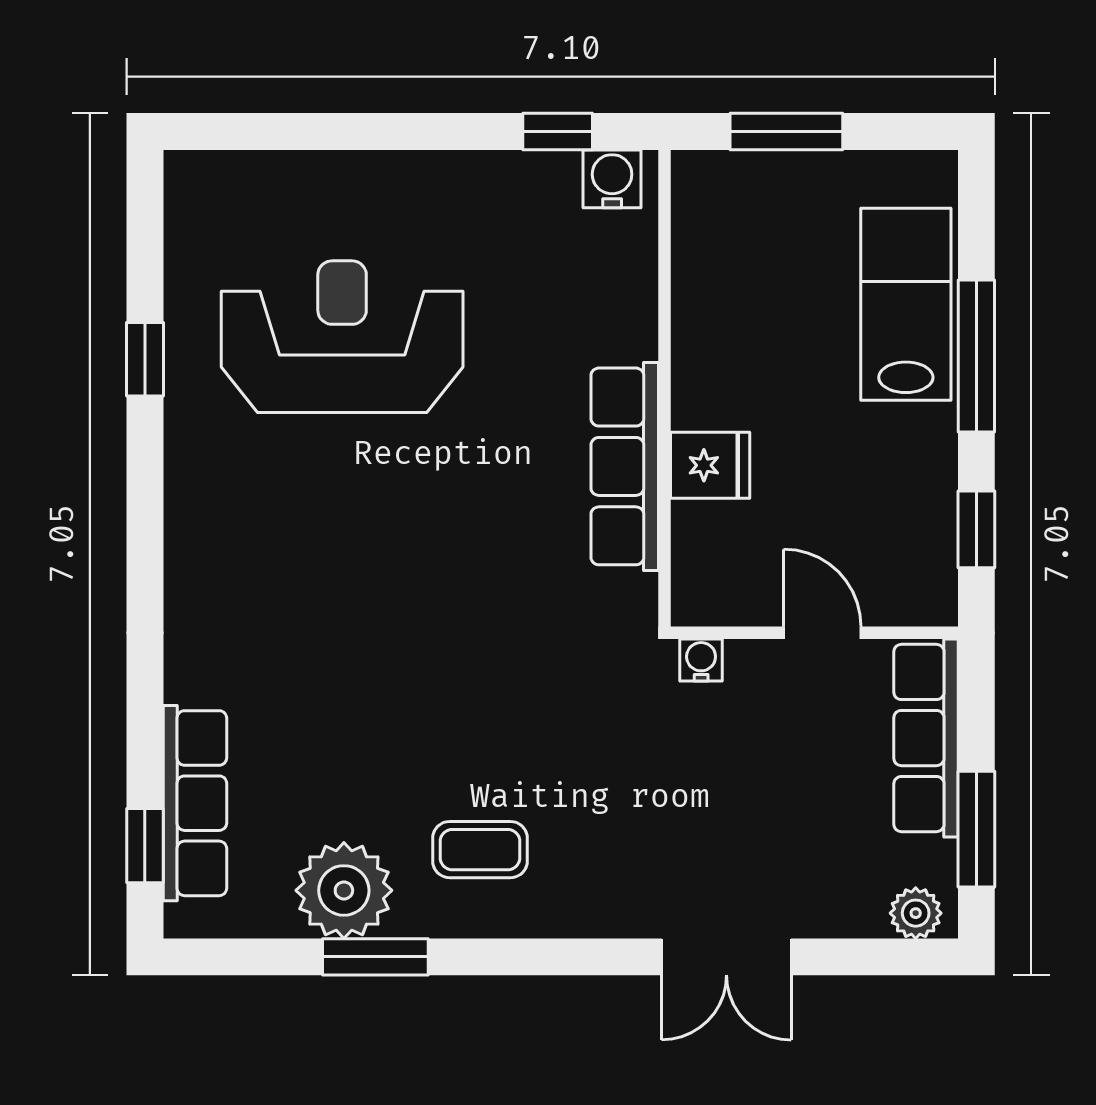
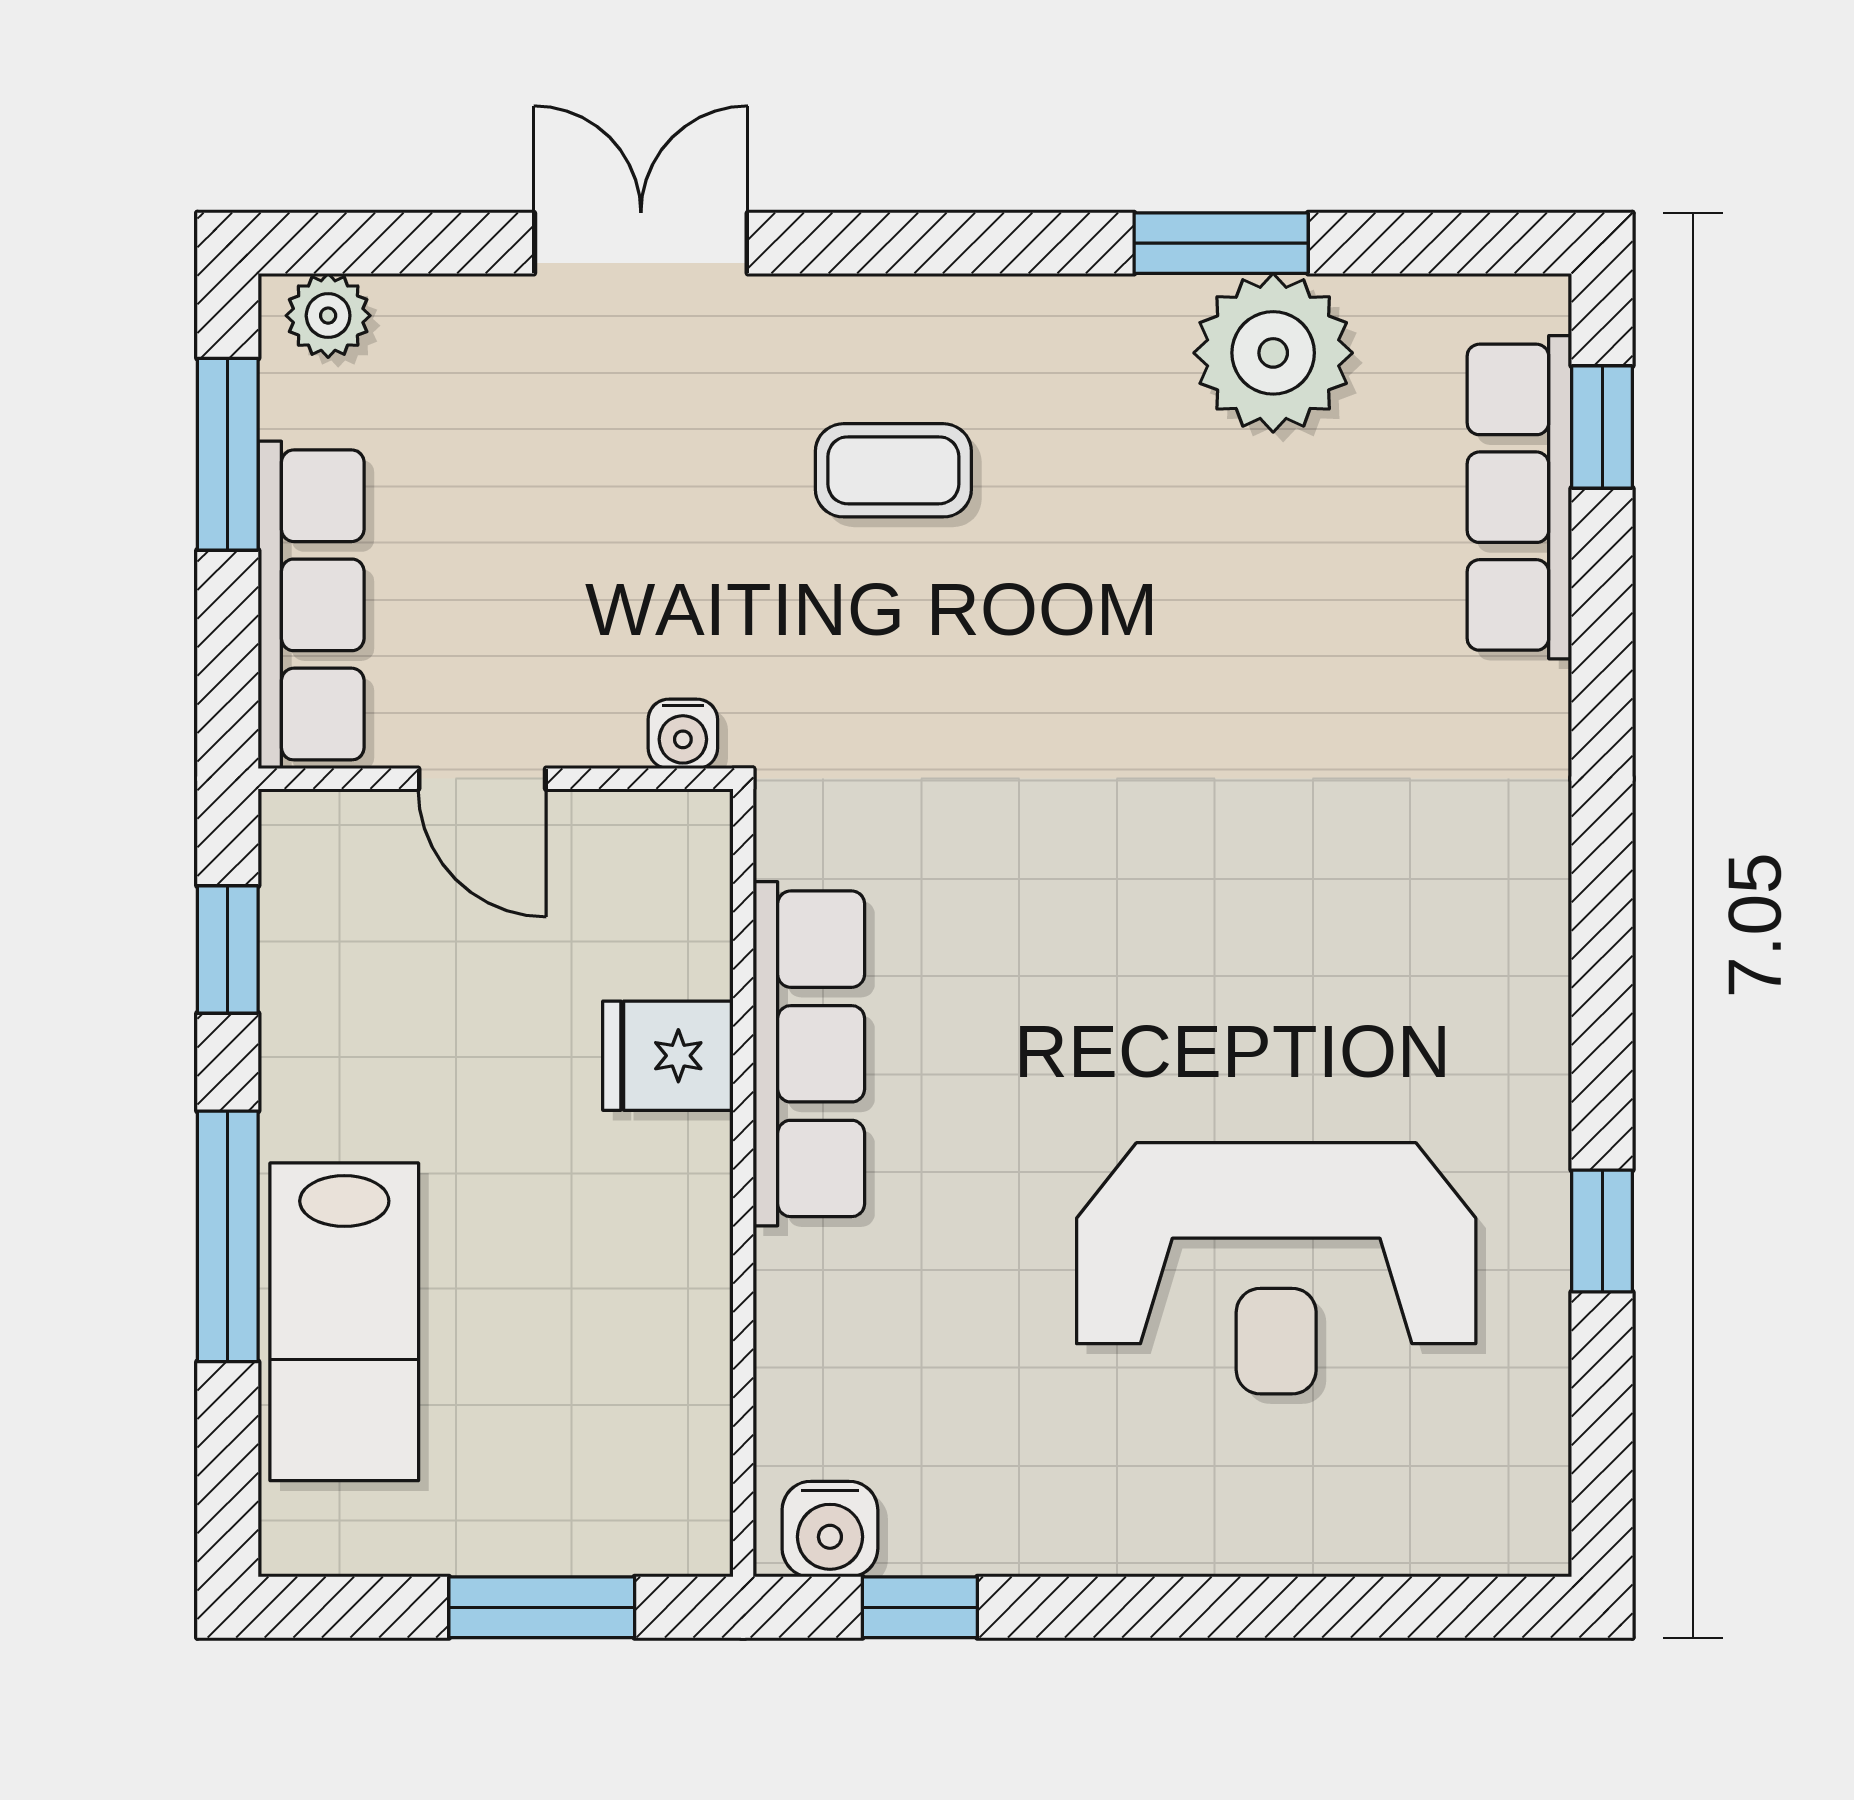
coffee table: (480, 850) -> (893, 470), moved

